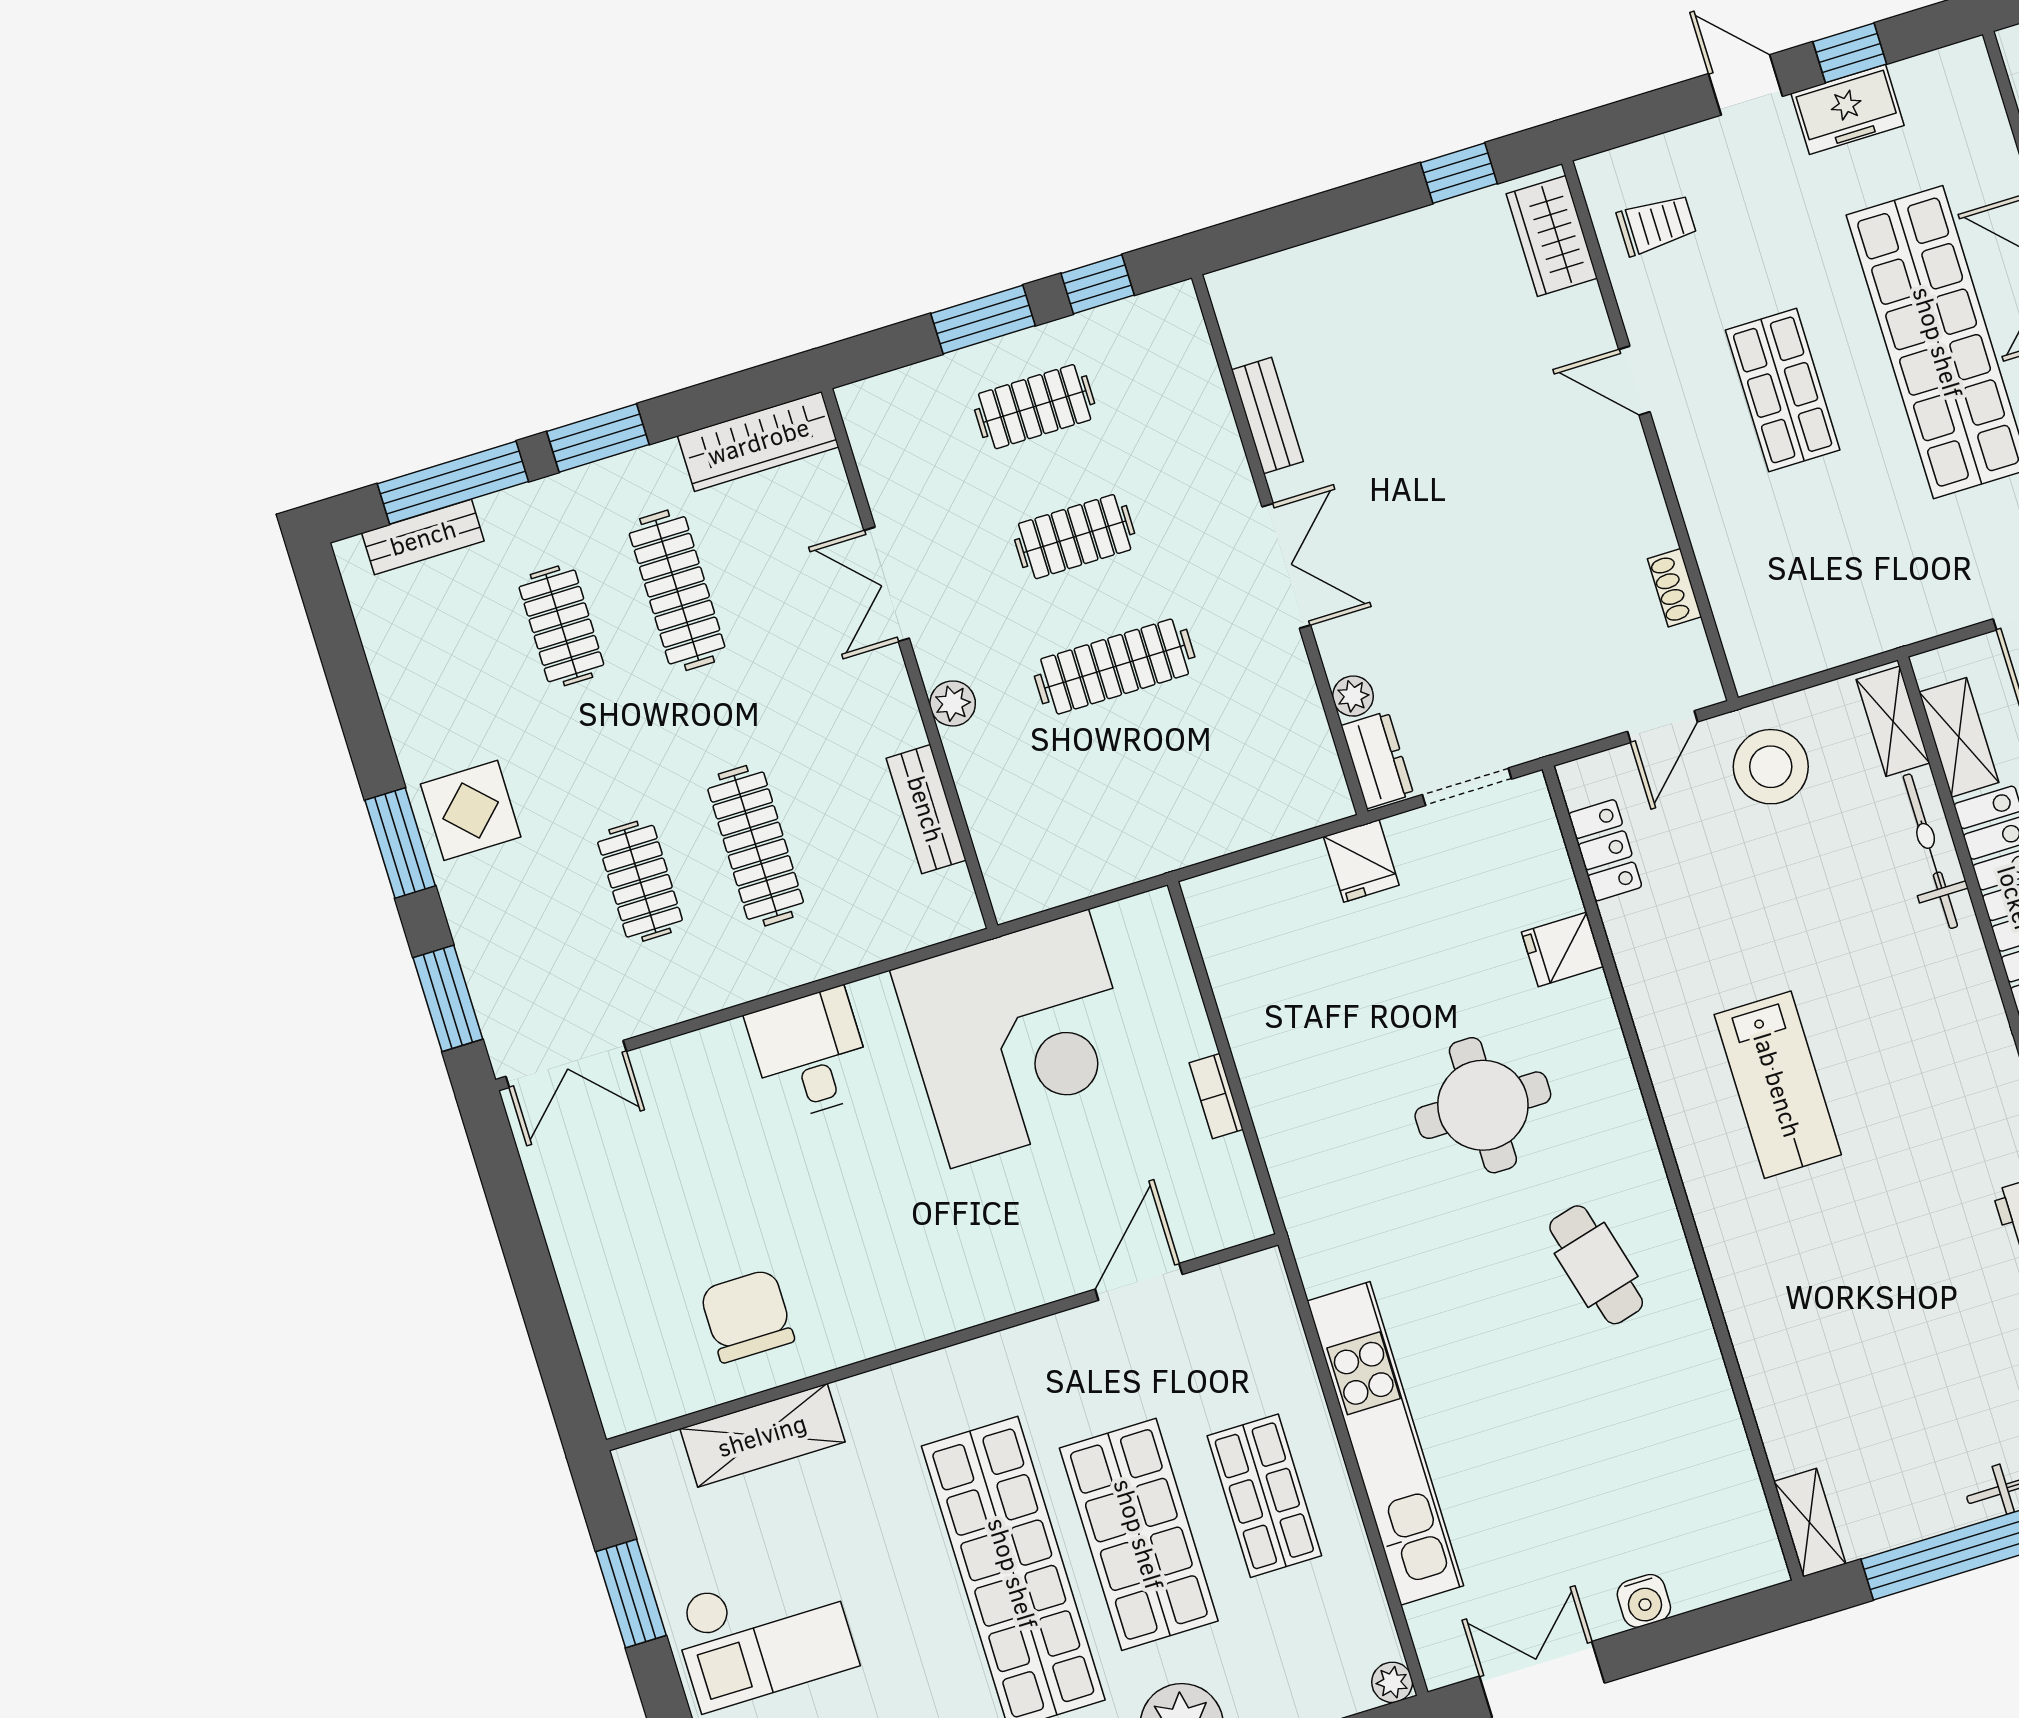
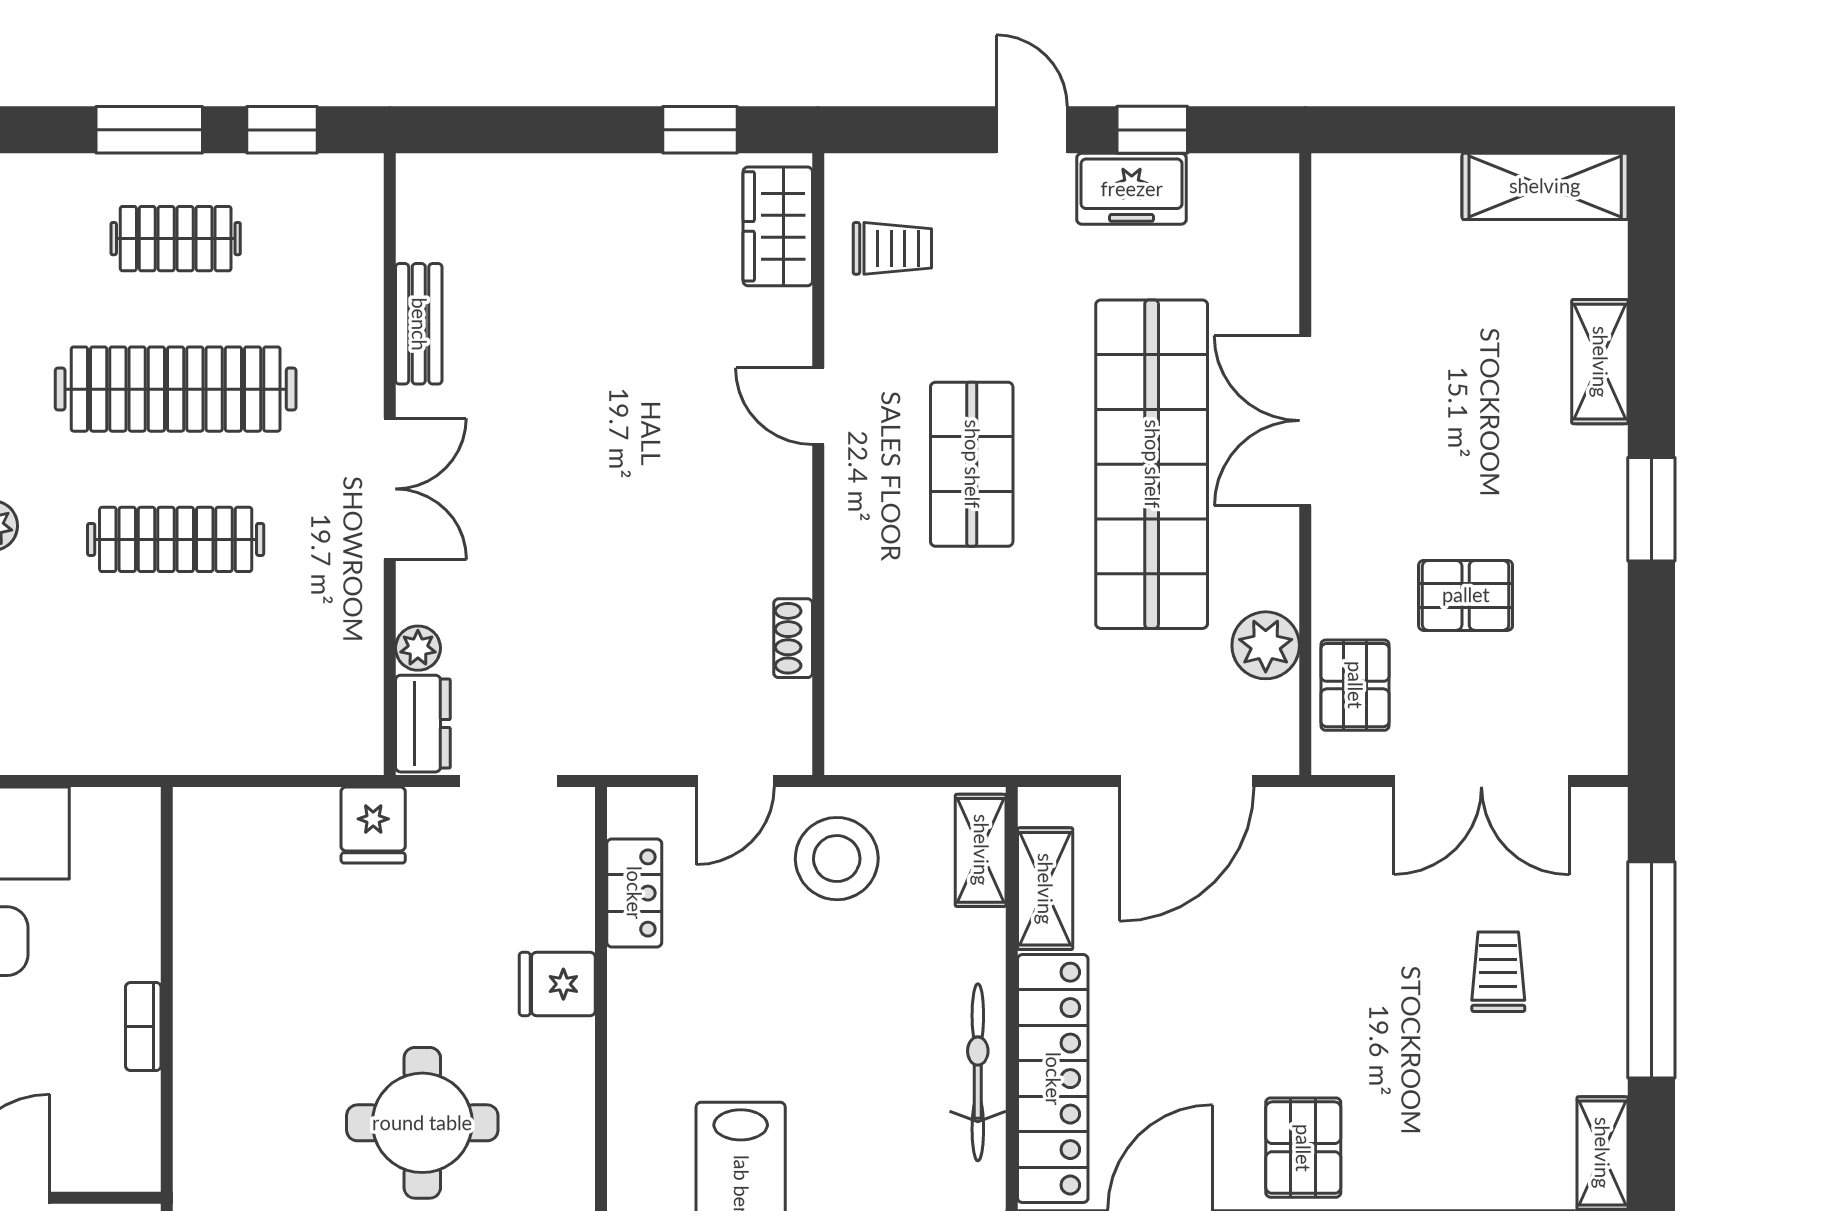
clothes rail: (1075, 537) -> (176, 389), width x1.86, depth x1.31
bicycle: (1930, 851) -> (978, 1072), moved

